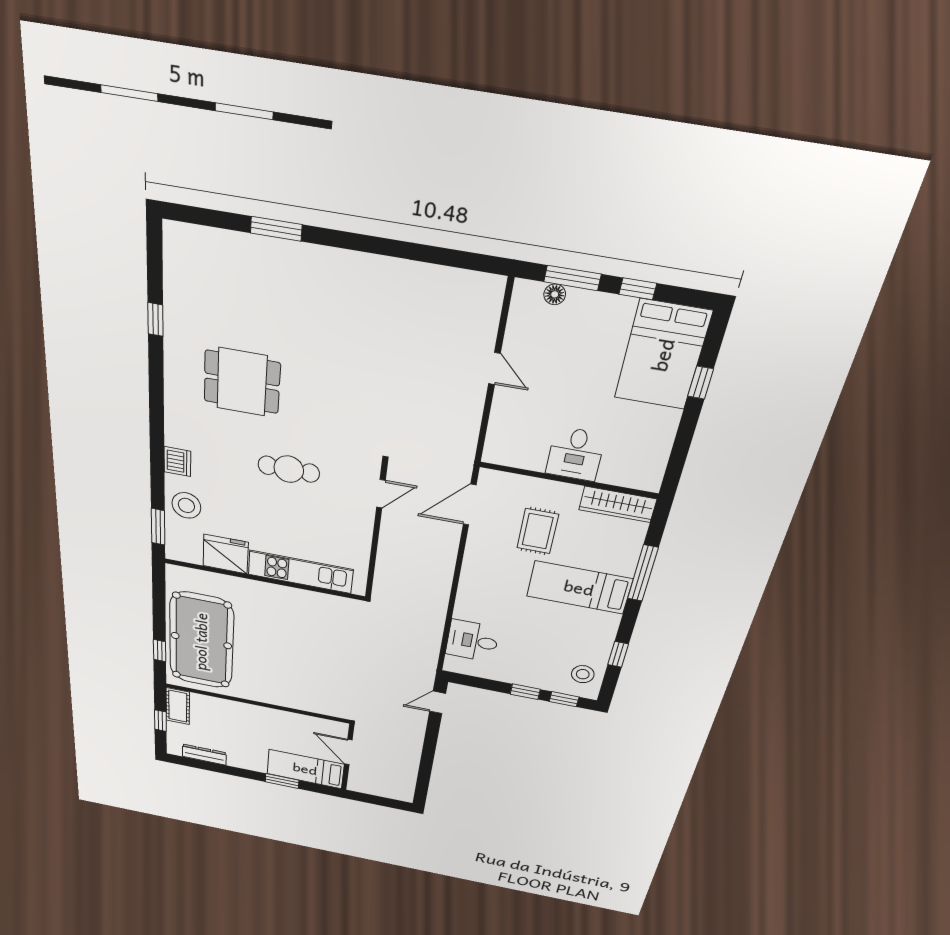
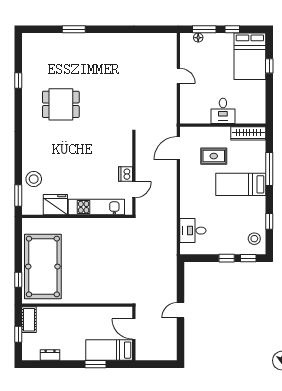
dishwasher: (177, 462) -> (126, 174), moved, turned 180
cafe table: (289, 469) -> (86, 147), removed
door: (381, 494) -> (134, 190), moved
rug: (538, 531) -> (214, 156), turned 90
door: (438, 702) -> (181, 310), moved
dresser: (204, 755) -> (50, 355), width x0.70

